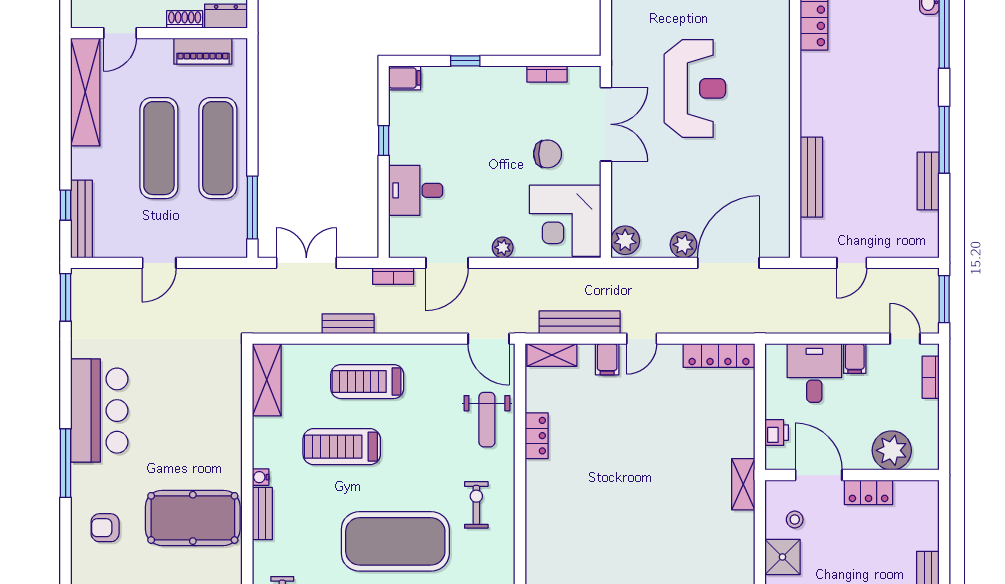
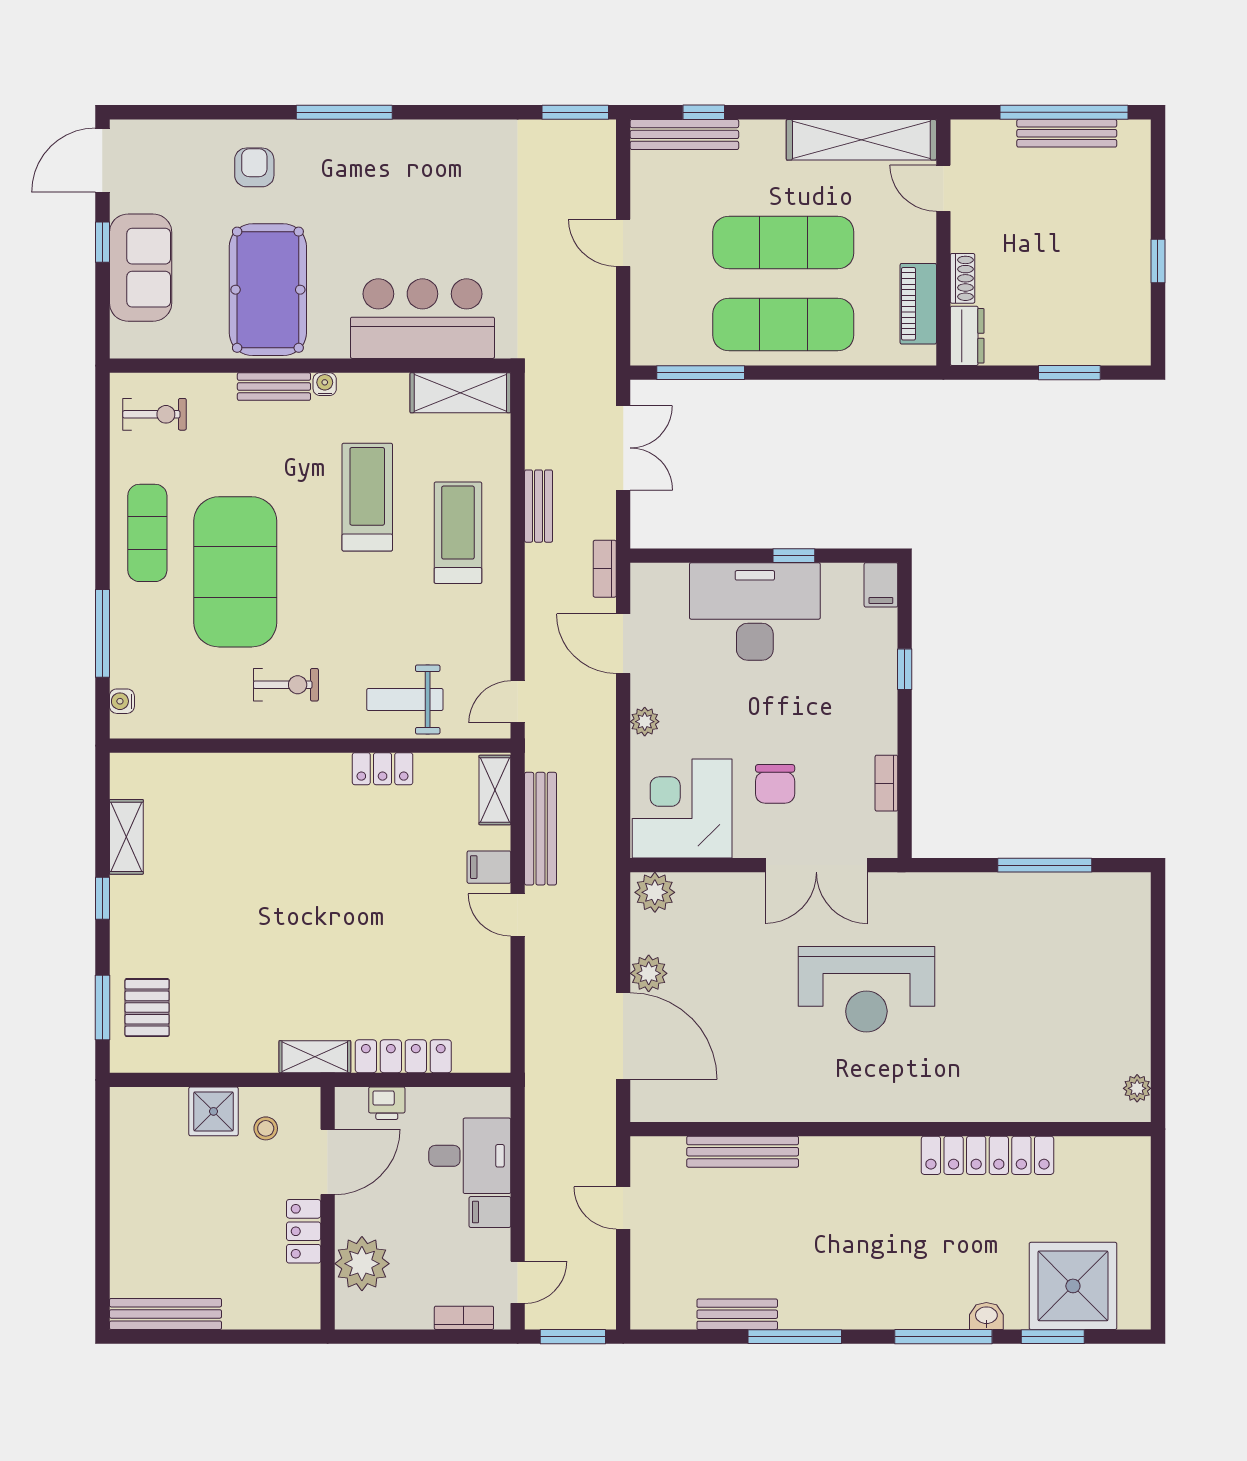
desk: (416, 190) -> (755, 611), width x1.87, depth x1.30
door: (489, 339) -> (518, 702), width x0.73
locker: (719, 356) -> (403, 1056), moved, turned 90
bar counter: (99, 411) -> (422, 319), moved, turned 180

